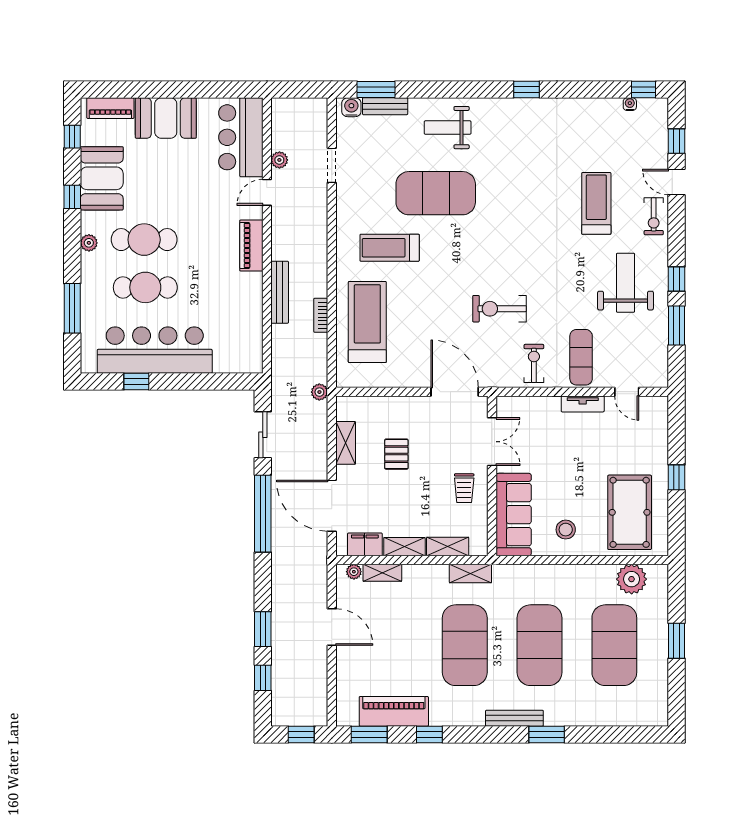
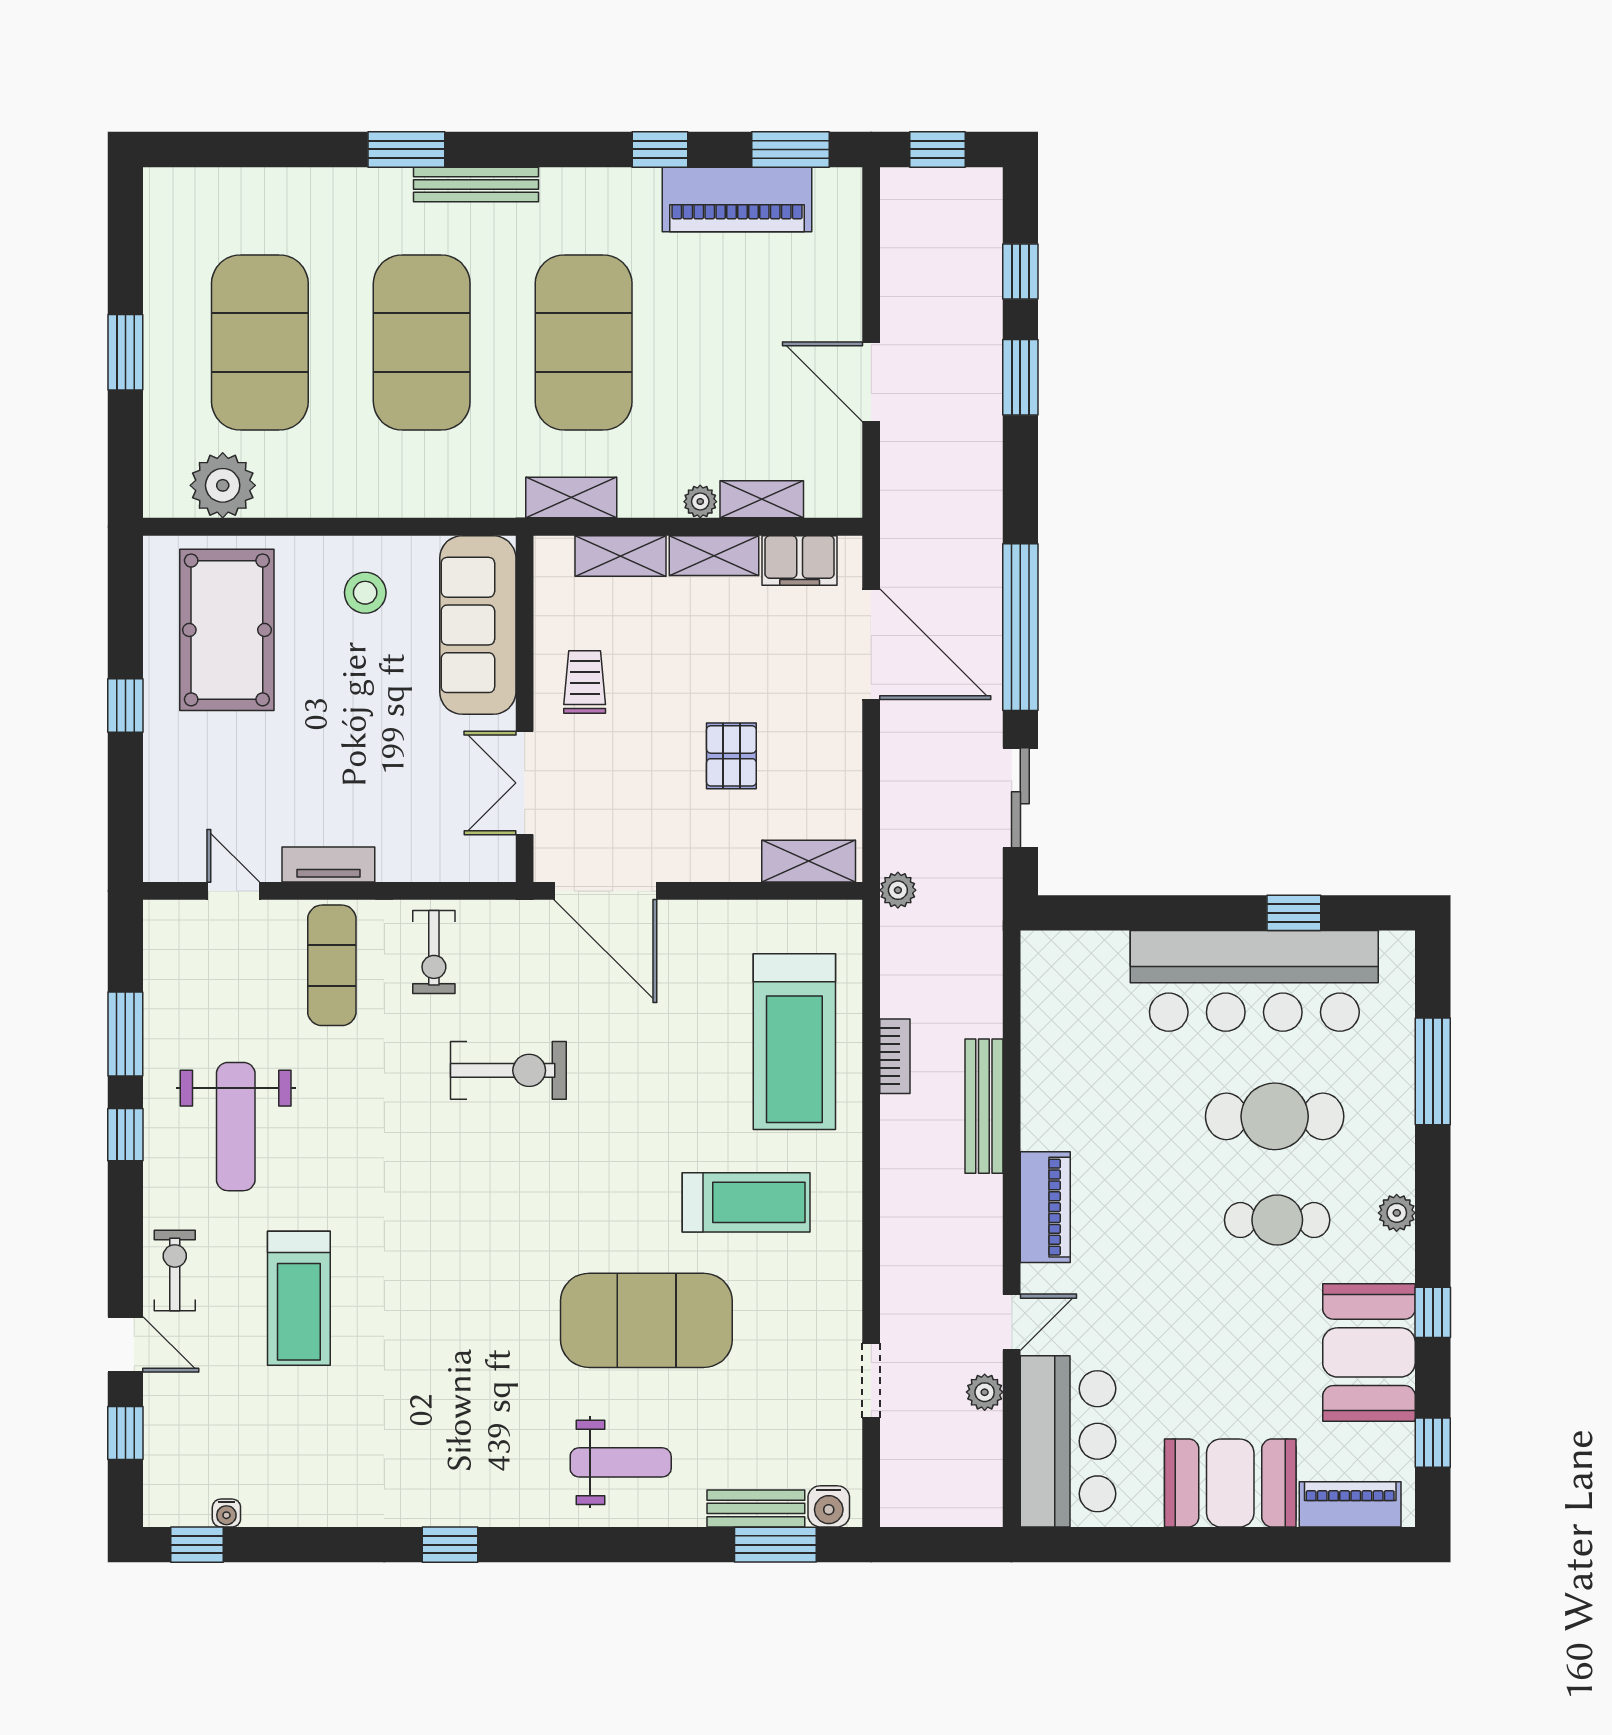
cafe table: (144, 240) -> (1277, 1220), width x0.73, depth x0.74
shelving: (346, 443) -> (809, 861), moved, turned 90
plant: (354, 572) -> (700, 502), moved

